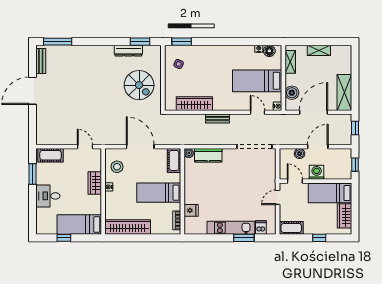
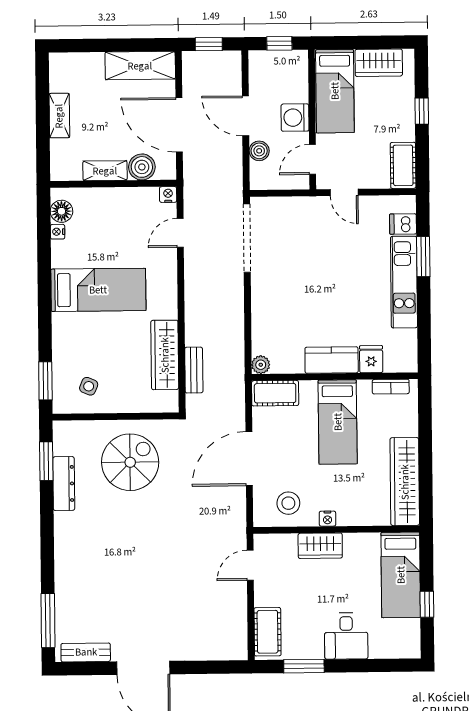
shelving: (290, 62) -> (105, 171), moved
bed: (257, 81) -> (98, 290), moved, turned -90
bench: (218, 119) -> (194, 370), moved
kitchen counter: (208, 155) -> (332, 360), moved, turned -90

